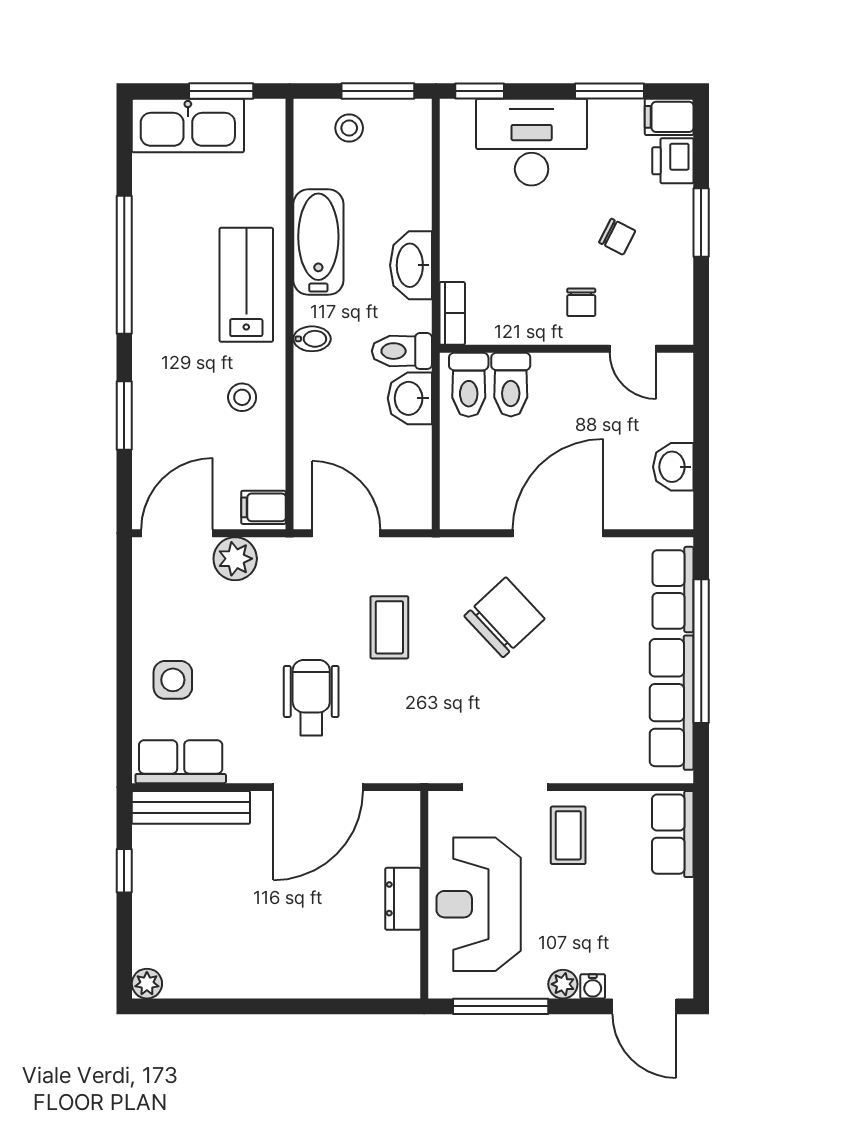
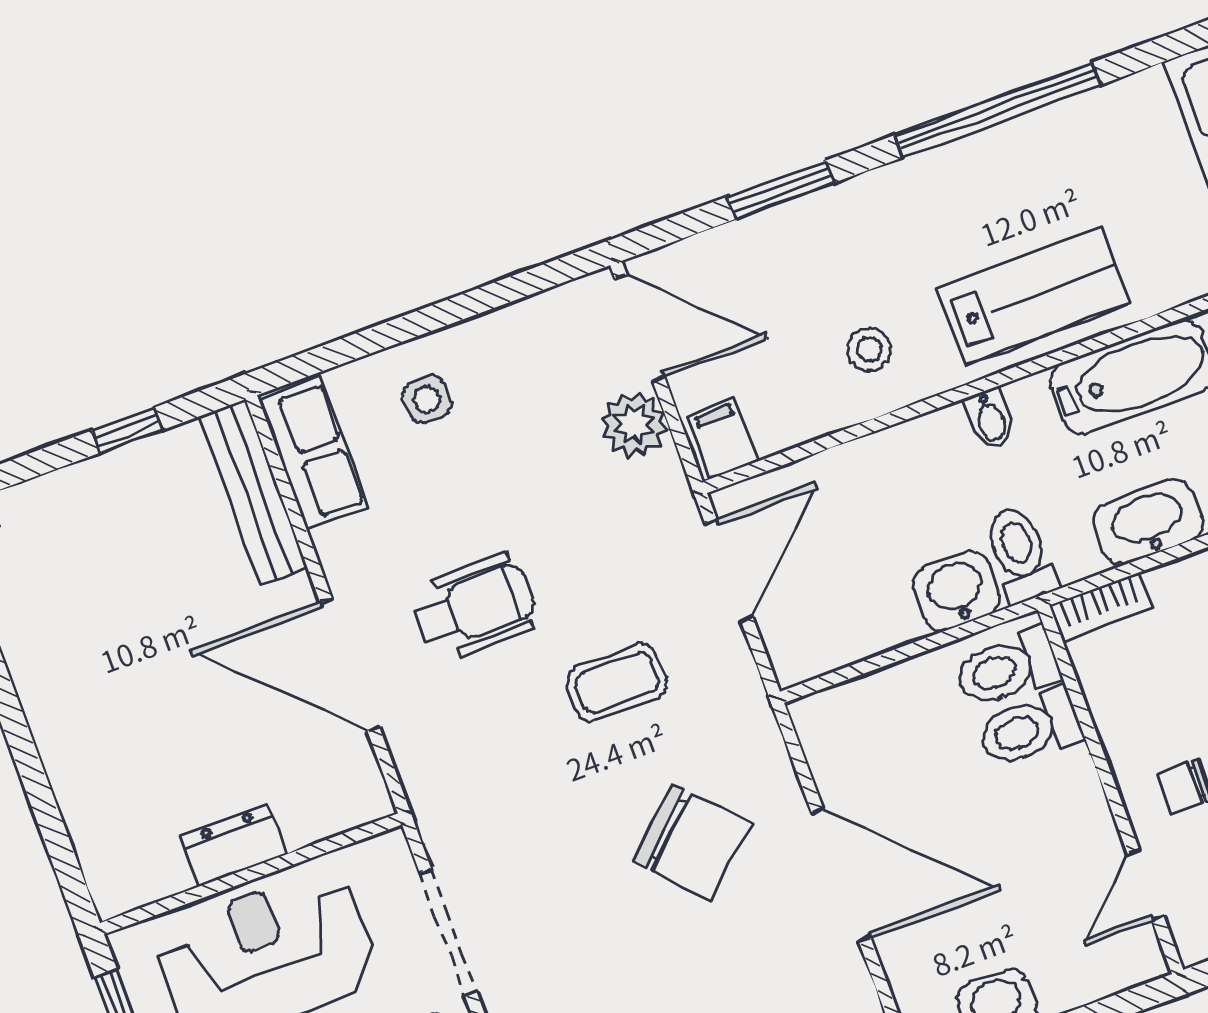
side table: (173, 680) -> (427, 399), width x0.73, depth x0.73

